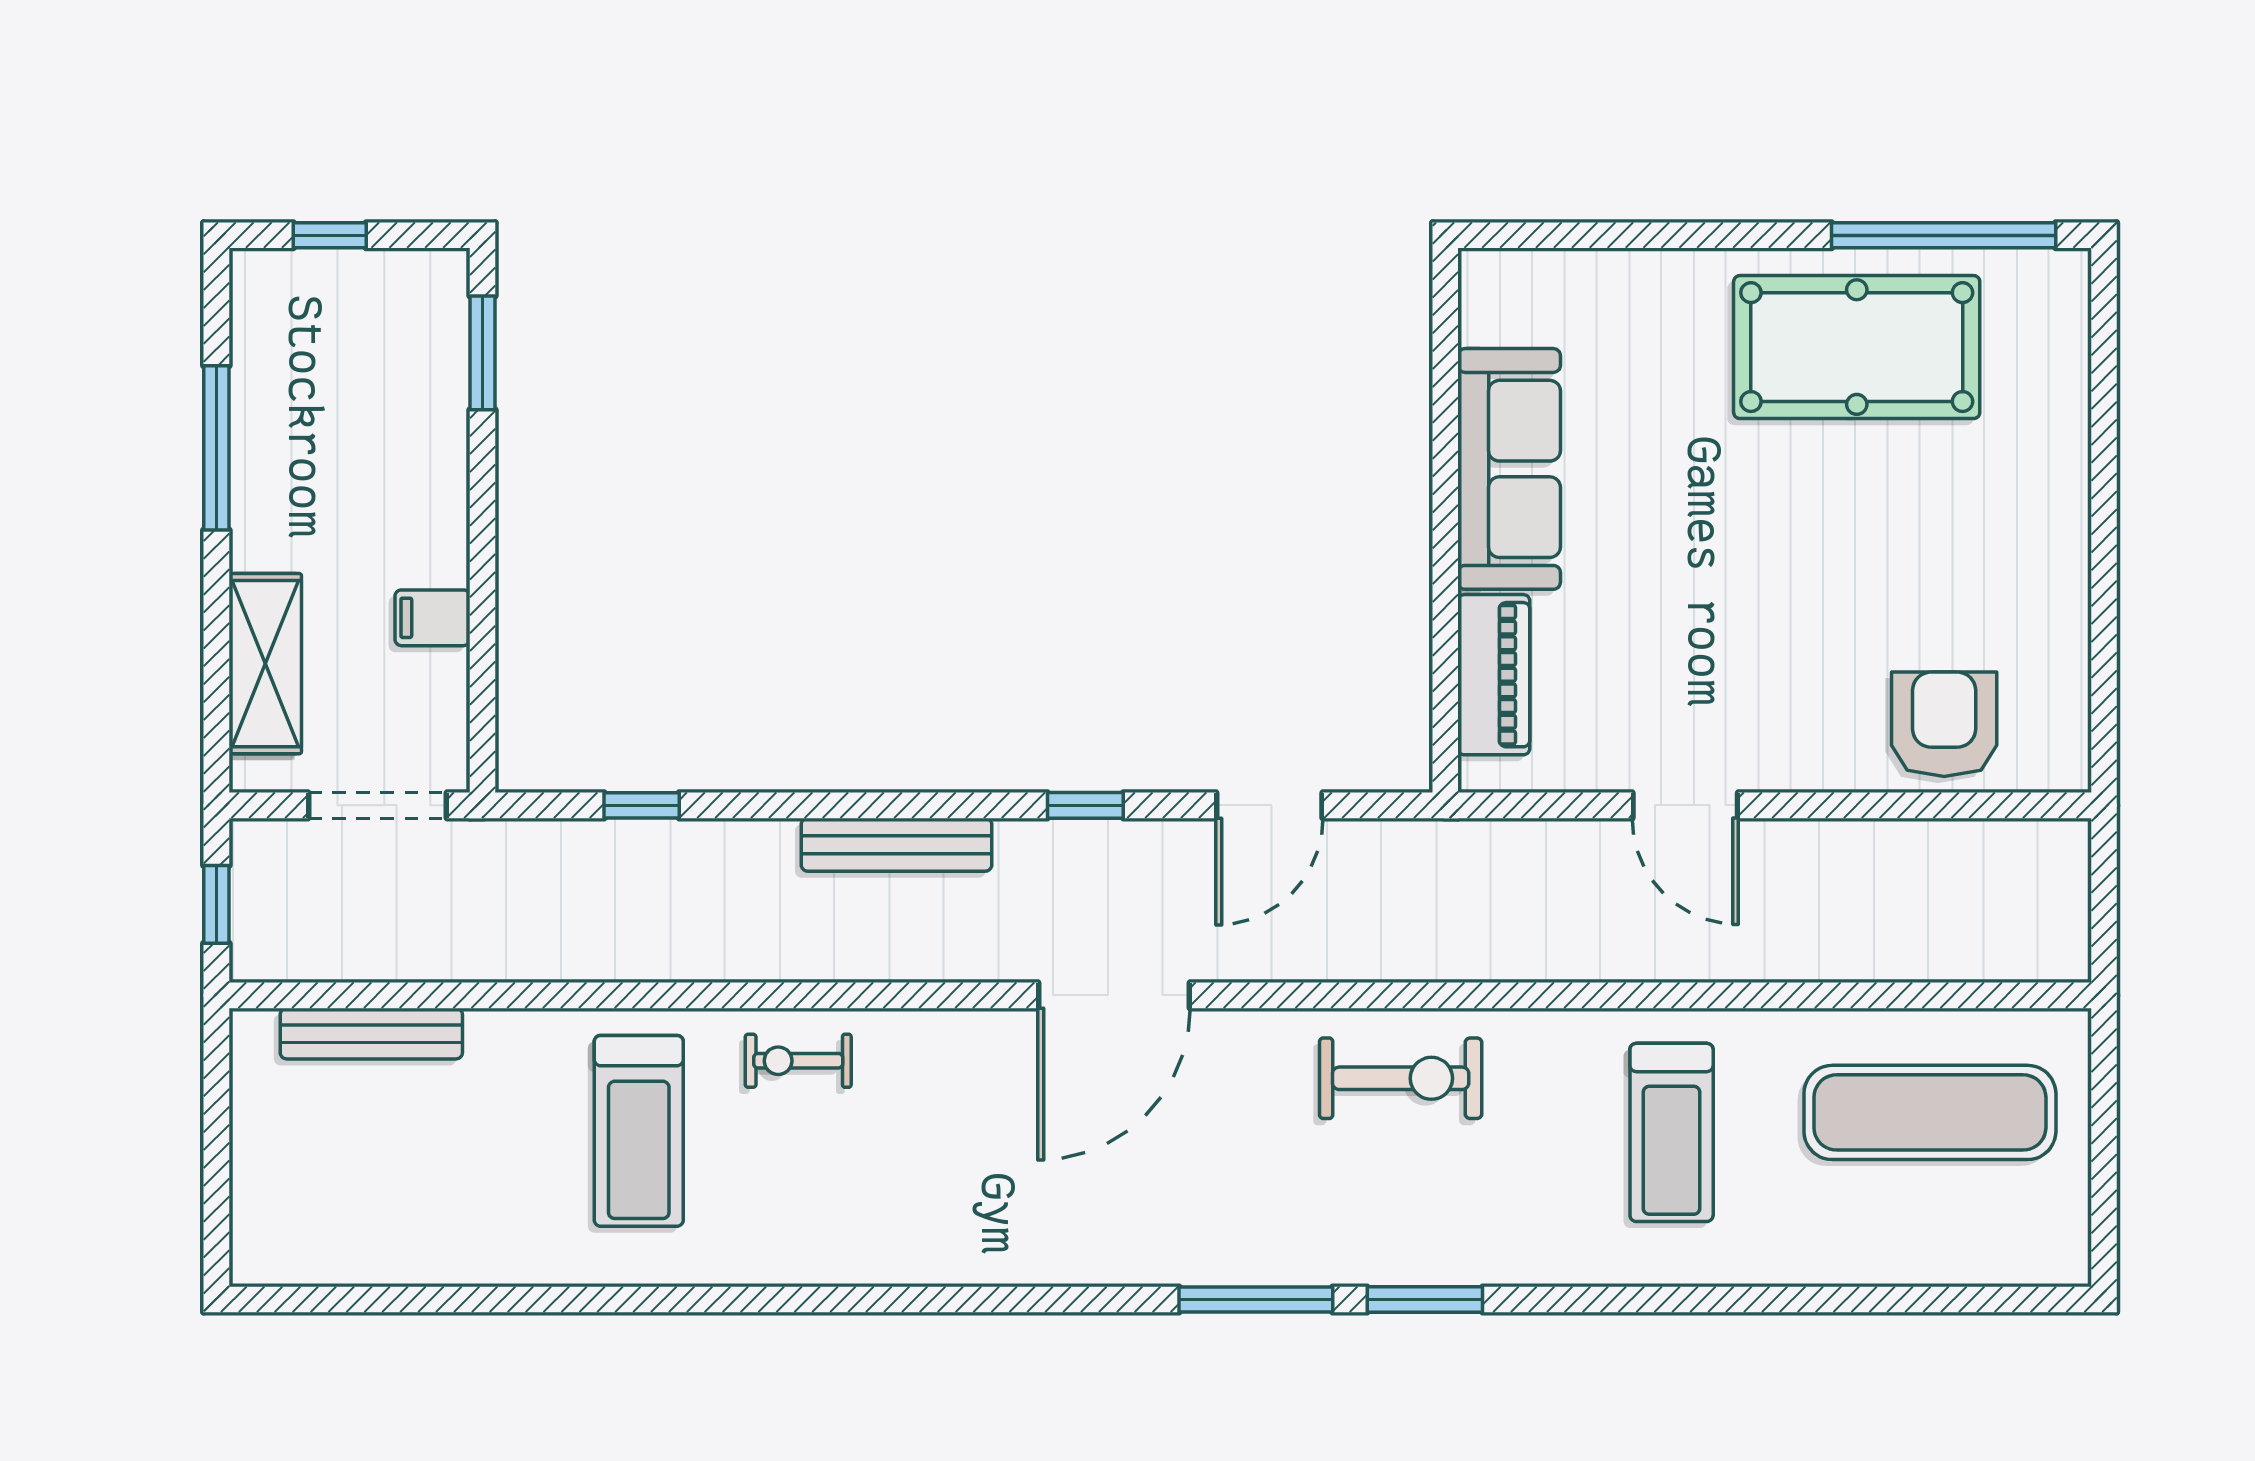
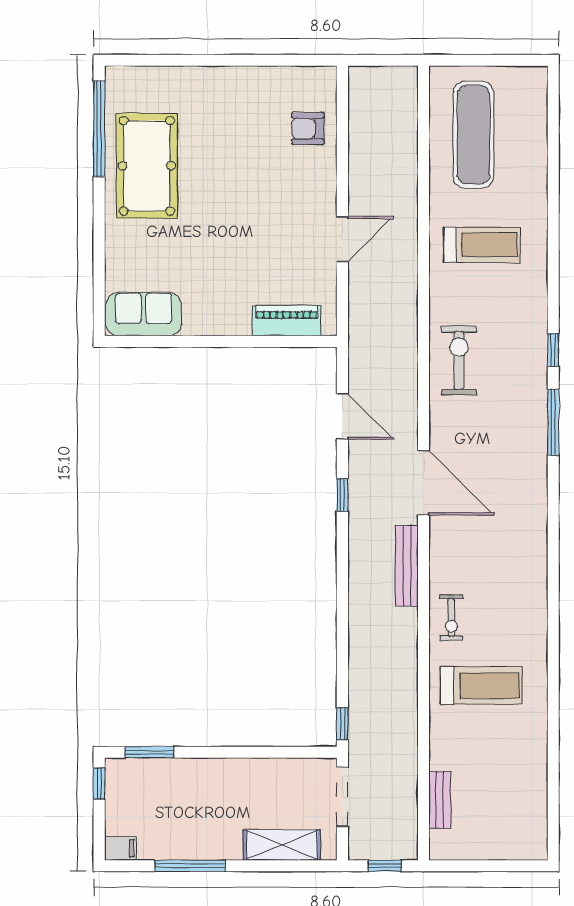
window: (330, 235) -> (99, 784), moved
sofa: (1509, 469) -> (144, 314), moved, width x0.73
filing cabinet: (432, 618) -> (120, 848), moved, turned -90
armchair: (1944, 724) -> (308, 129), width x0.72, depth x0.72
window: (642, 805) -> (342, 724), moved
bench: (896, 845) -> (407, 566), moved
bench: (371, 1034) -> (440, 800), width x0.73
window: (1425, 1299) -> (553, 350), width x0.67

